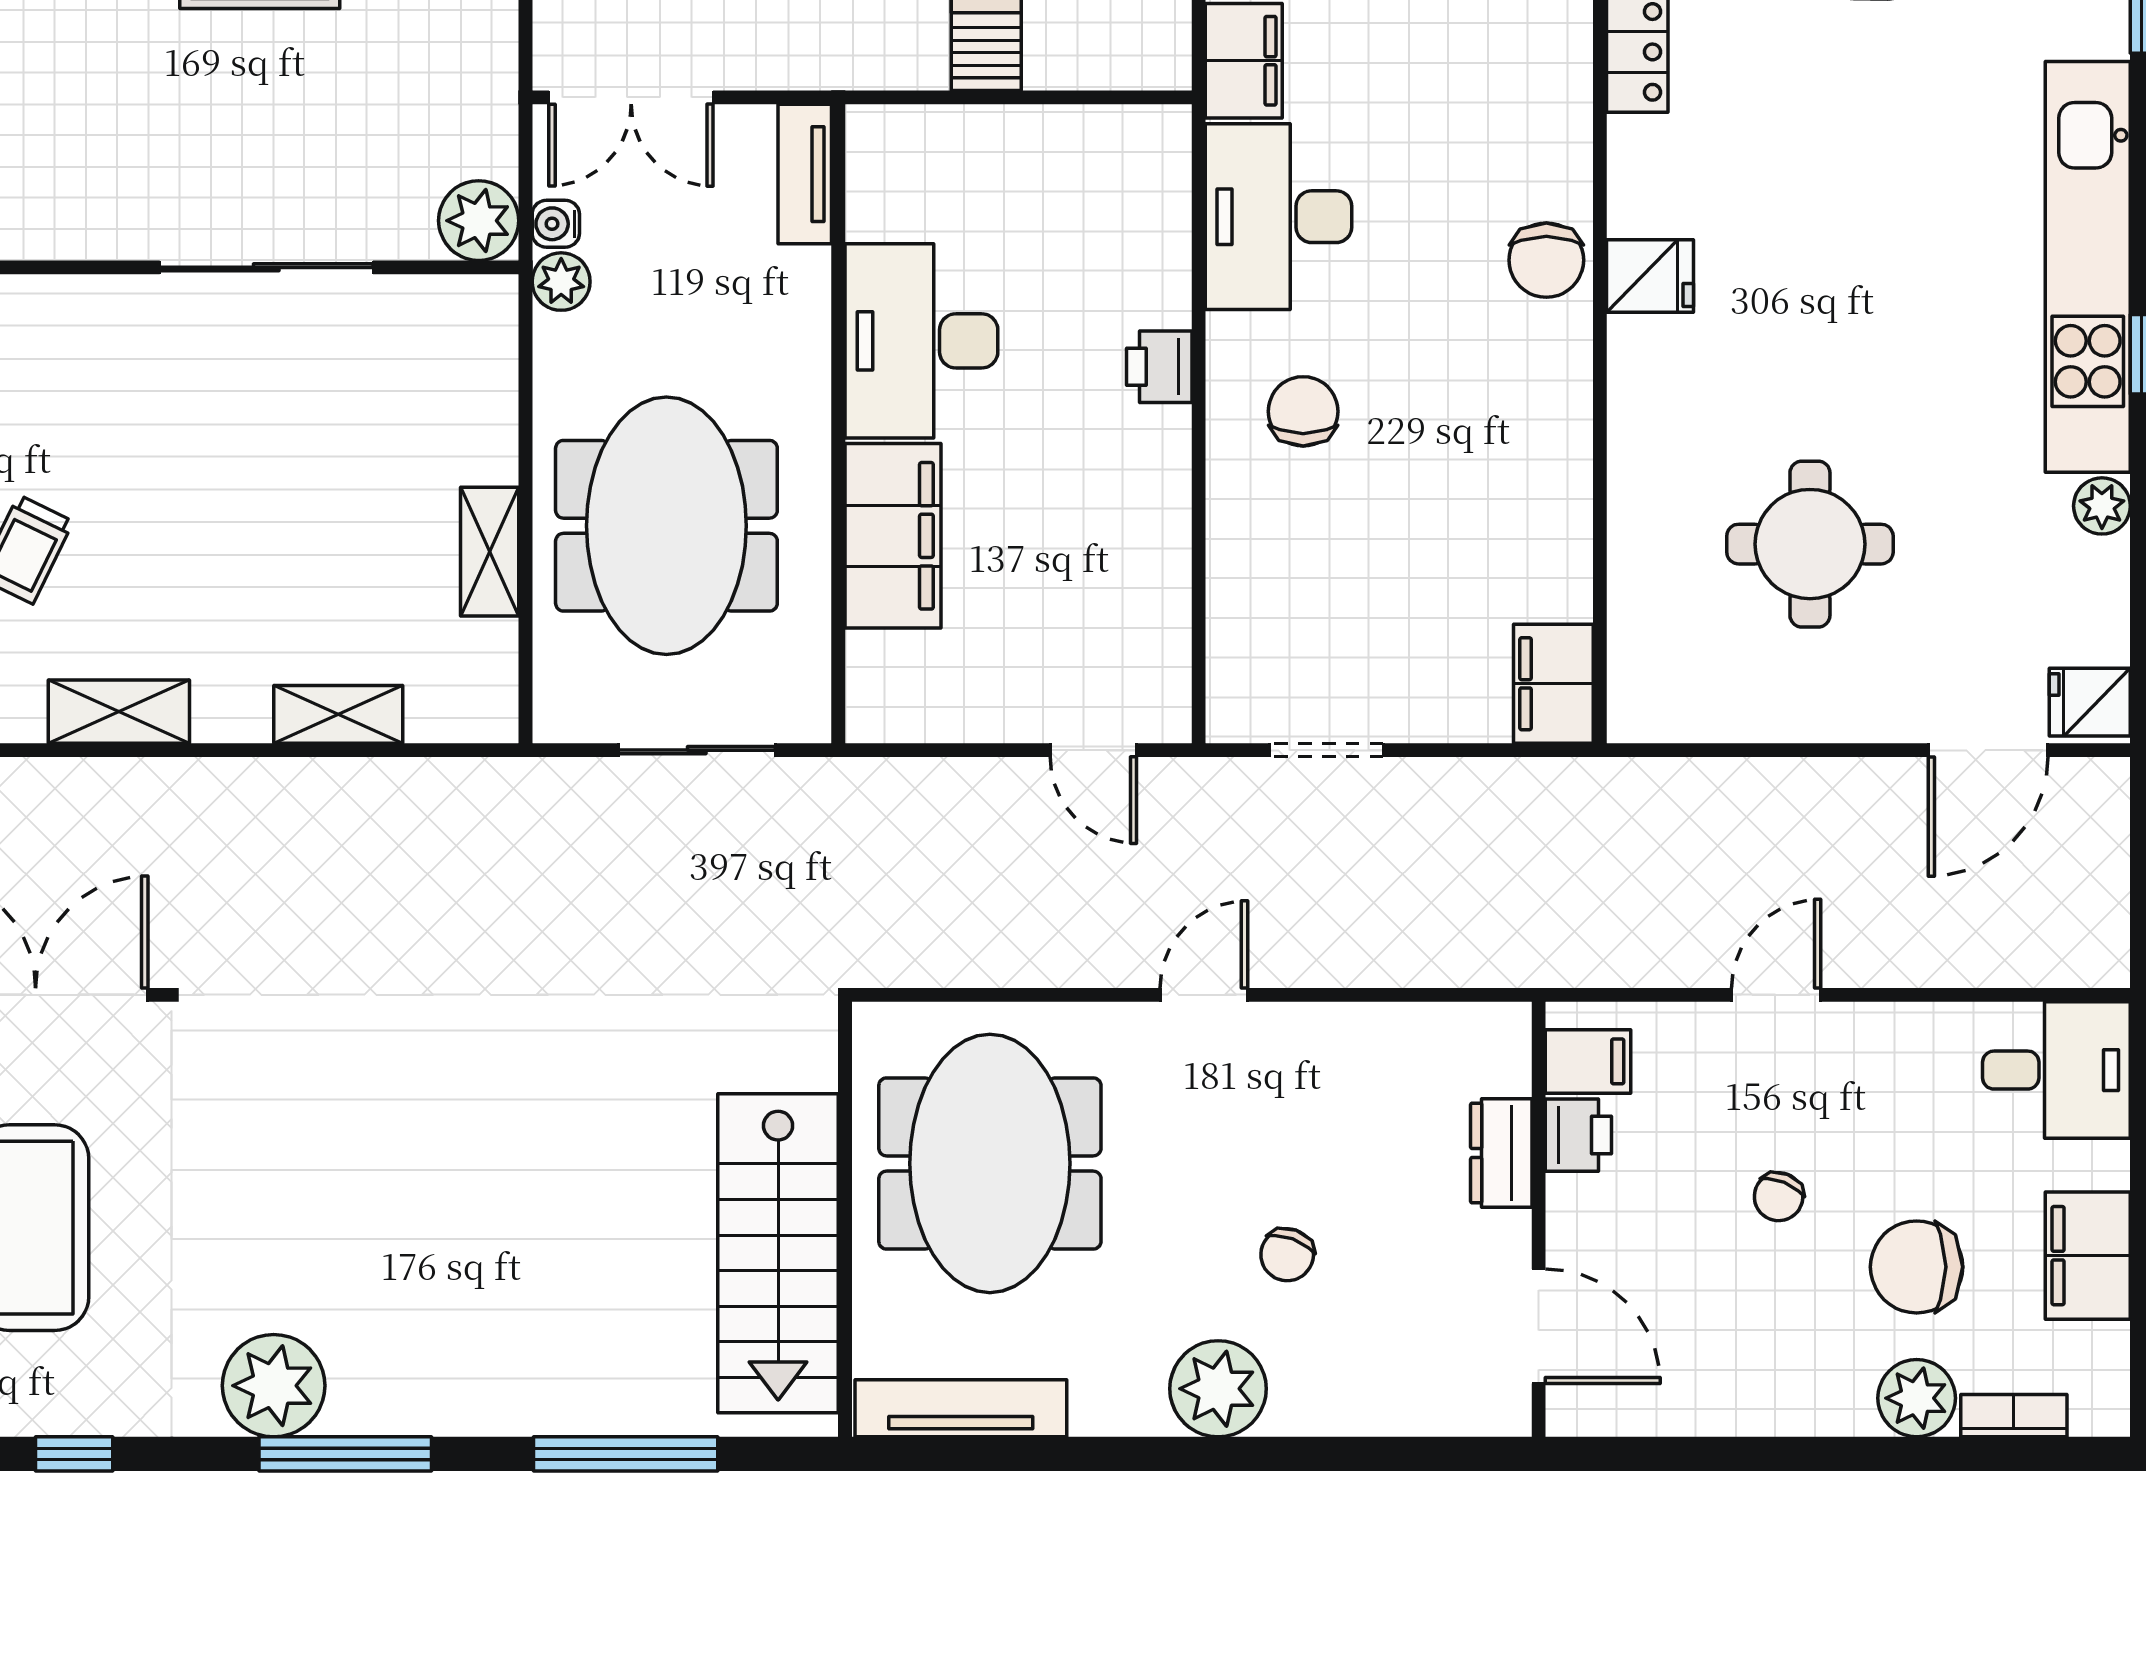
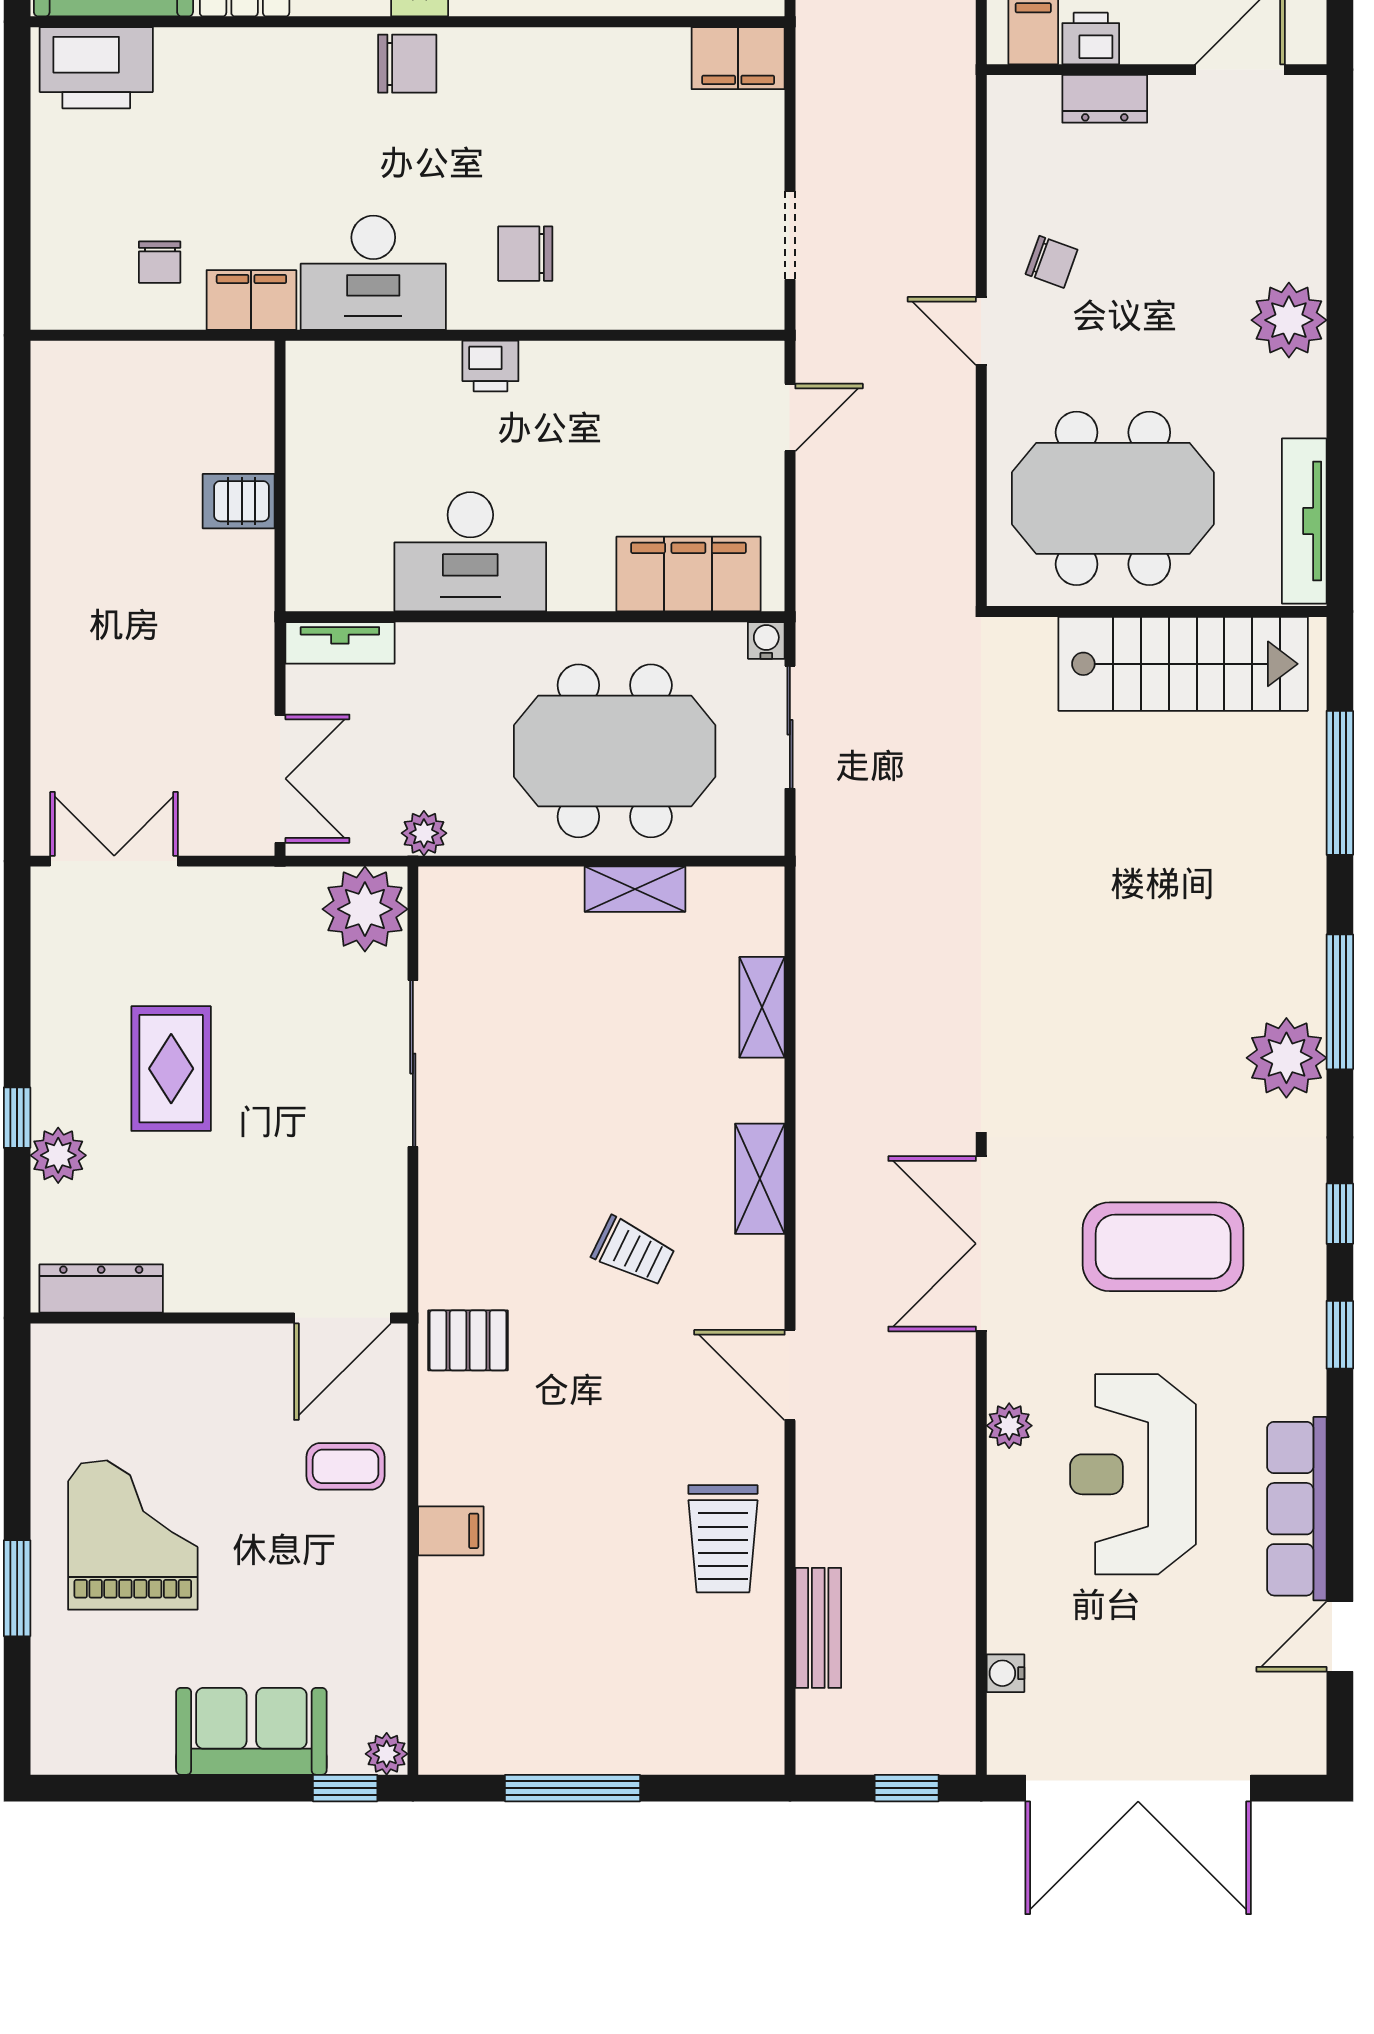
plant: (479, 221) -> (365, 909), width x1.36, depth x1.36
water cooler: (556, 224) -> (766, 640), moved, turned 180
filing cabinet: (893, 536) -> (688, 574), moved
chair: (1287, 1255) -> (1052, 262), moved

